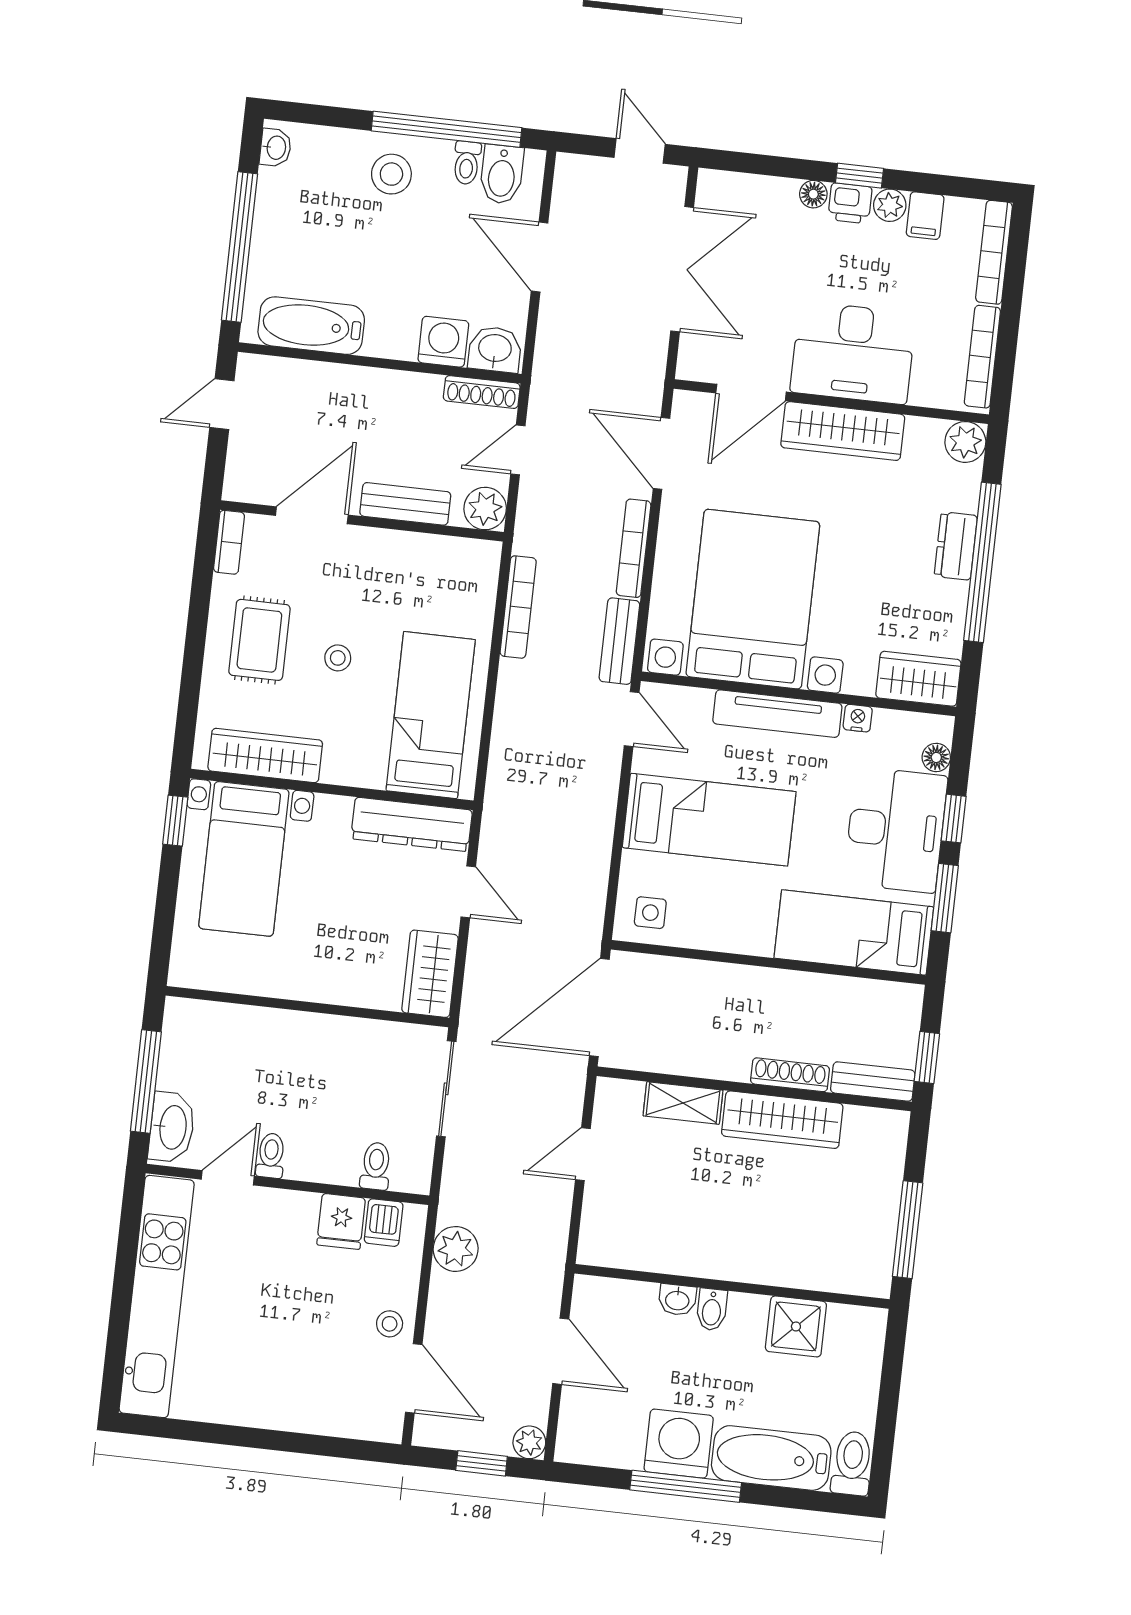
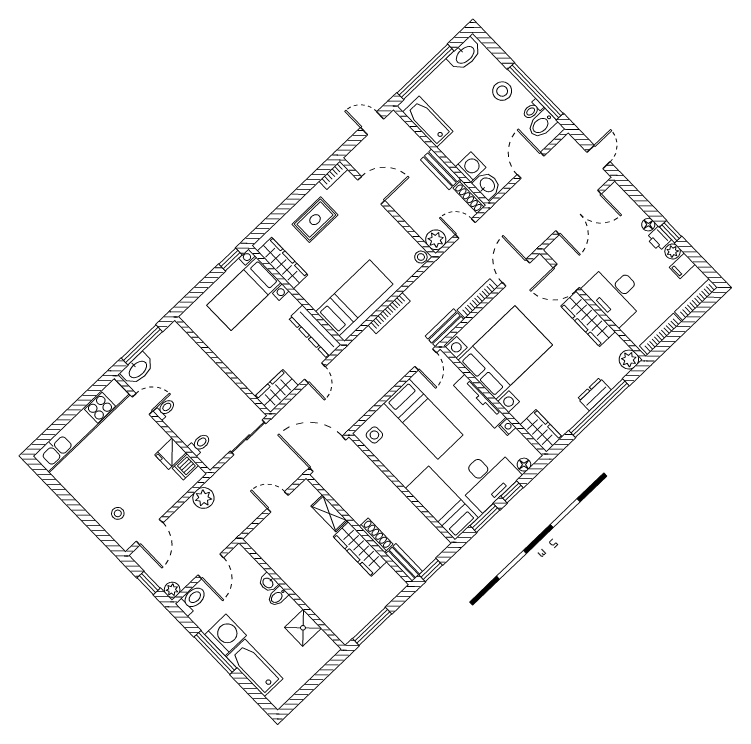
washbasin: (276, 148) -> (465, 54), width x1.91, depth x1.45
bench: (405, 504) -> (440, 169), moved
bookcase: (518, 607) -> (389, 313), moved
stool: (338, 658) -> (421, 257), moved
stool: (390, 1324) -> (118, 513), moved
toilet: (852, 1463) -> (192, 600), moved

